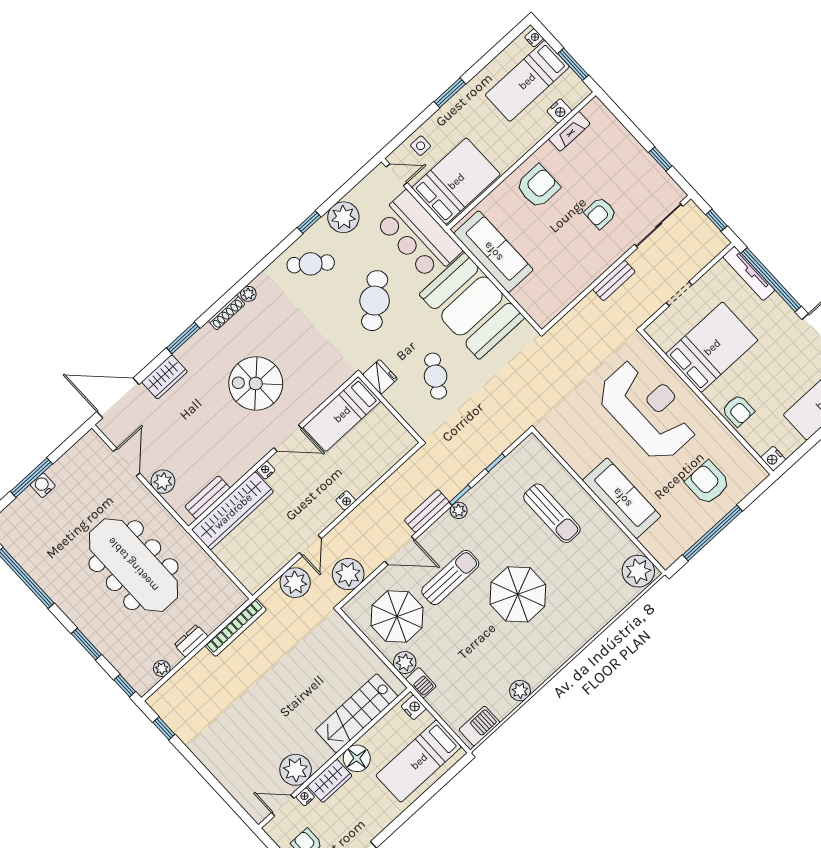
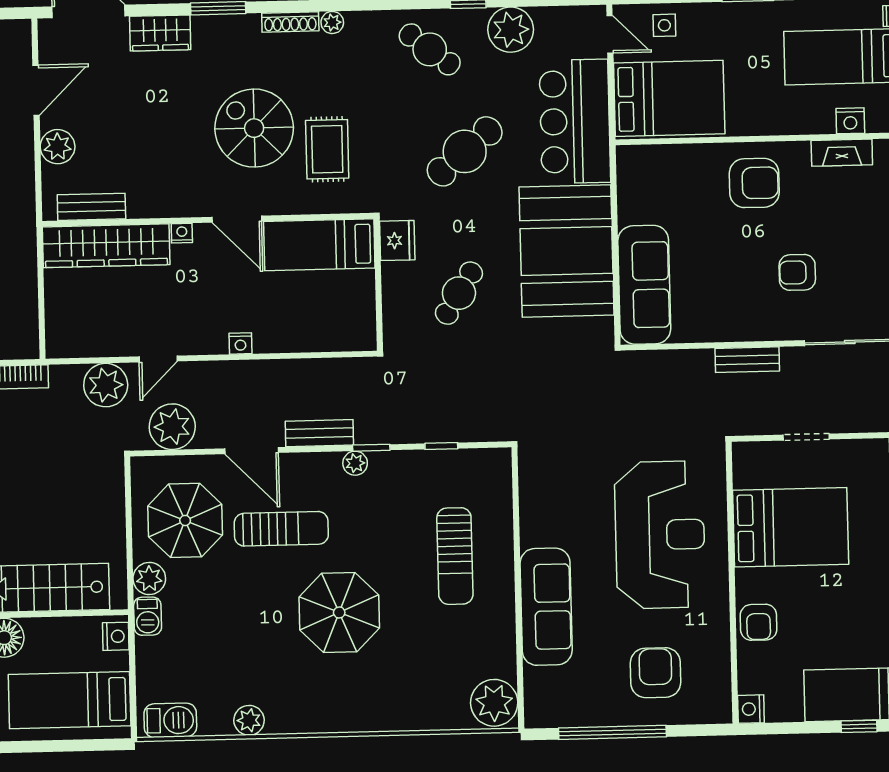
sofa: (493, 252) -> (644, 285), moved
rug: (303, 361) -> (327, 149), added

